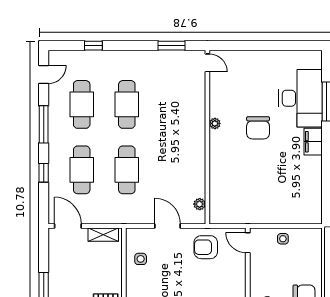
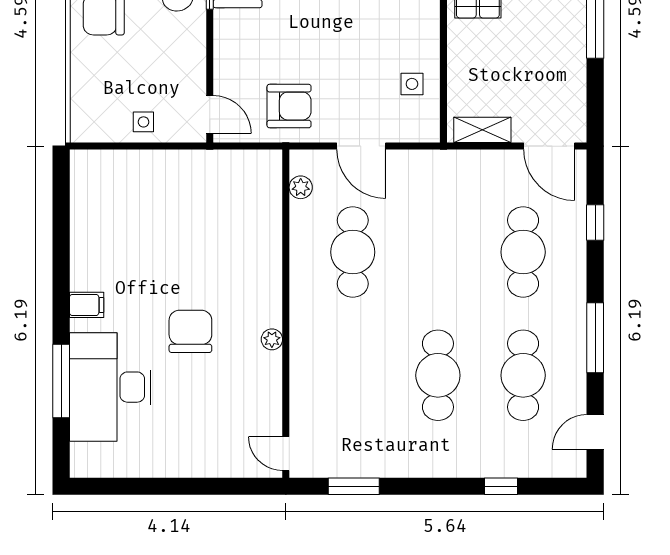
filing cabinet: (313, 142) -> (87, 305), width x0.50
cafe table: (127, 170) -> (353, 252), moved
window: (44, 173) -> (595, 223), moved

